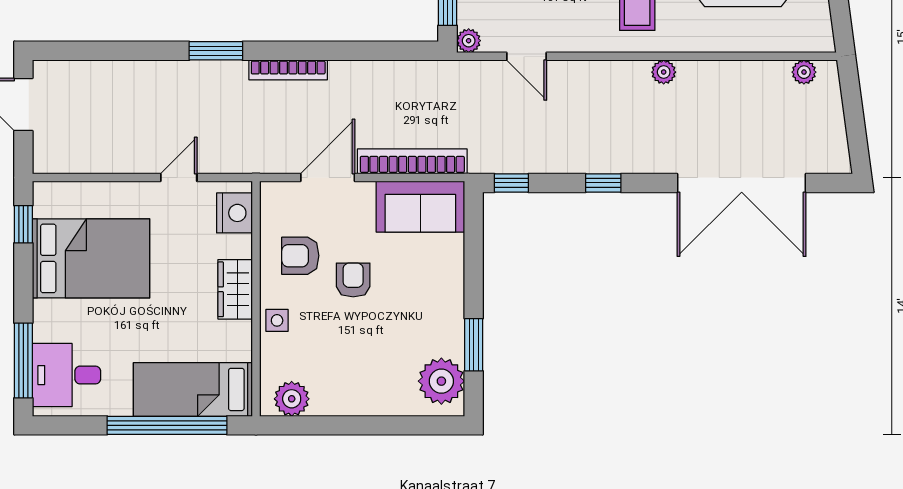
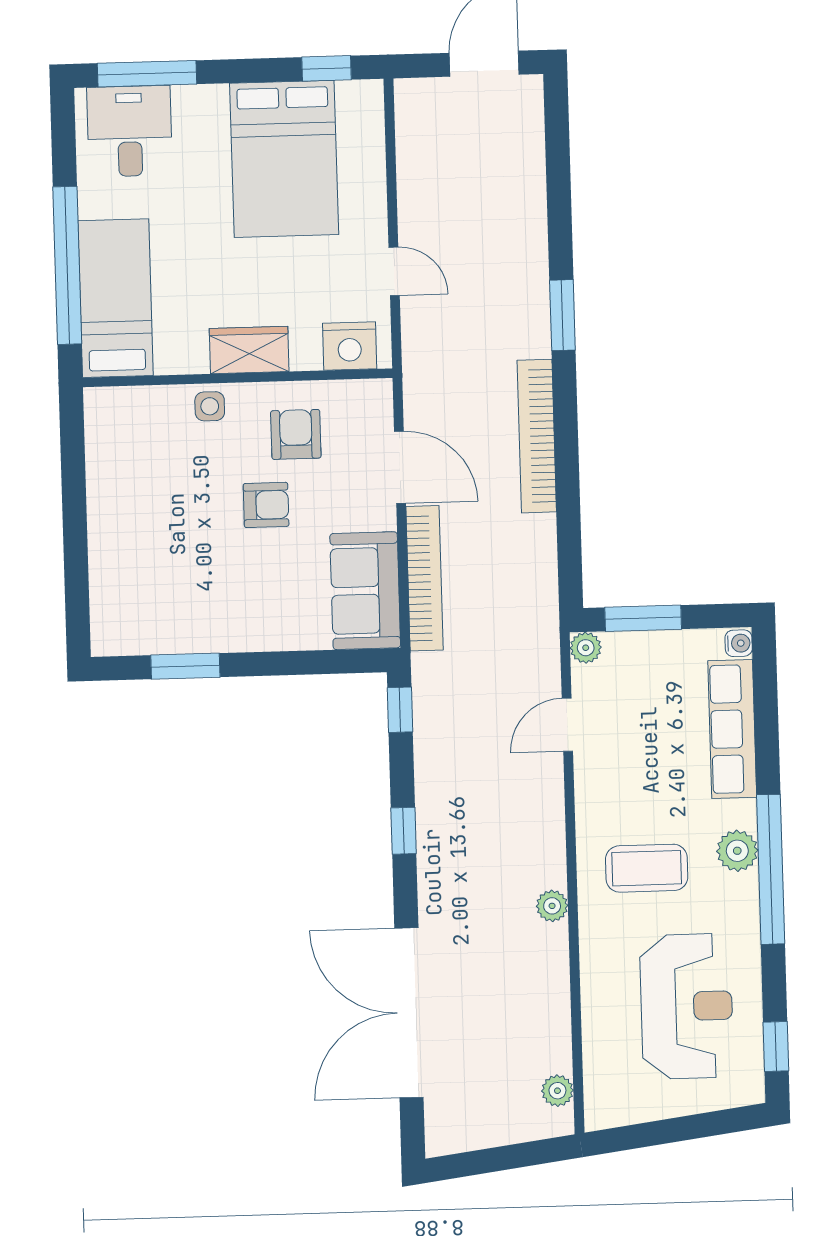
bookcase: (288, 70) -> (537, 436), width x1.48, depth x1.31
plant: (441, 381) -> (136, 625), removed
plant: (292, 399) -> (107, 429), removed

